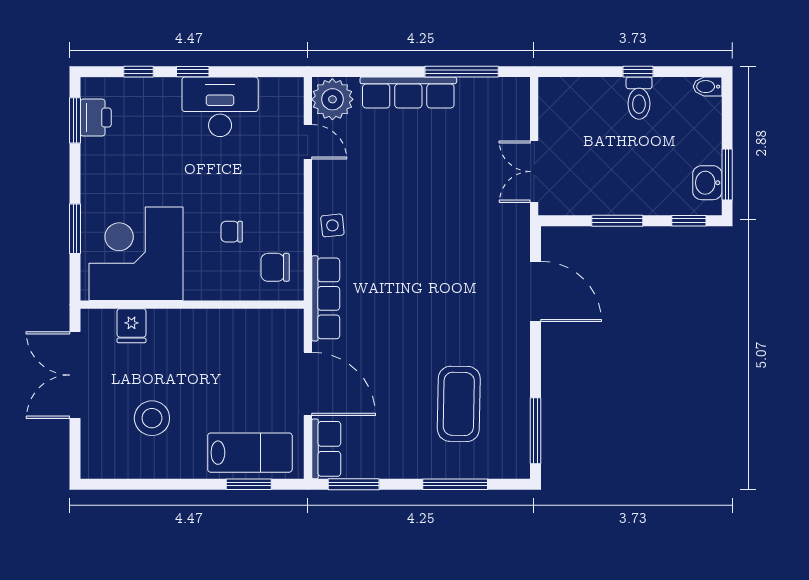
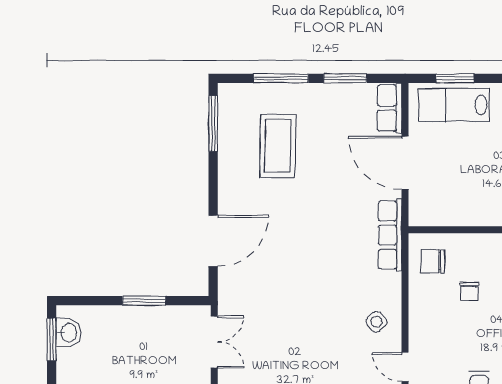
window: (689, 221) -> (84, 301), removed
side table: (332, 225) -> (376, 322), moved, turned -37
chair: (232, 232) -> (469, 291), turned 90
chair: (275, 267) -> (433, 261), turned 180
door: (535, 291) -> (213, 241), swing flipped
window: (354, 484) -> (345, 78), moved

